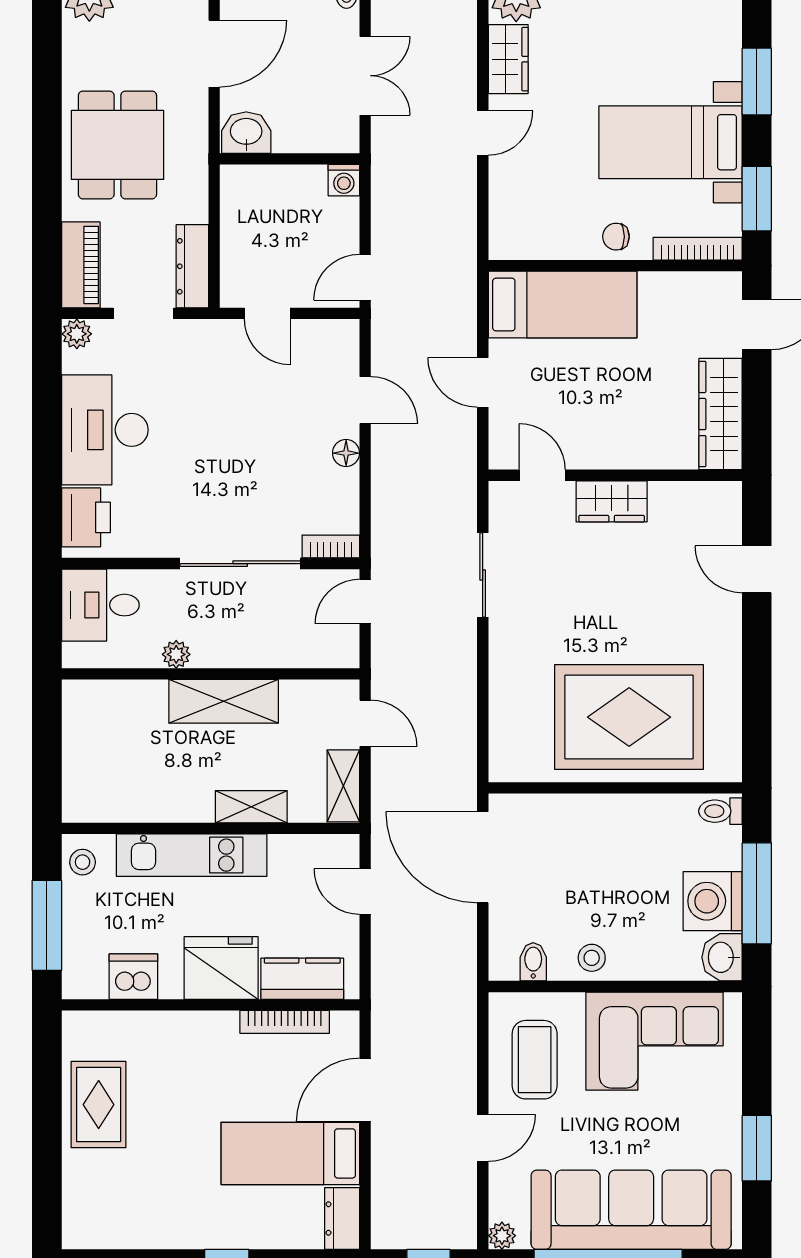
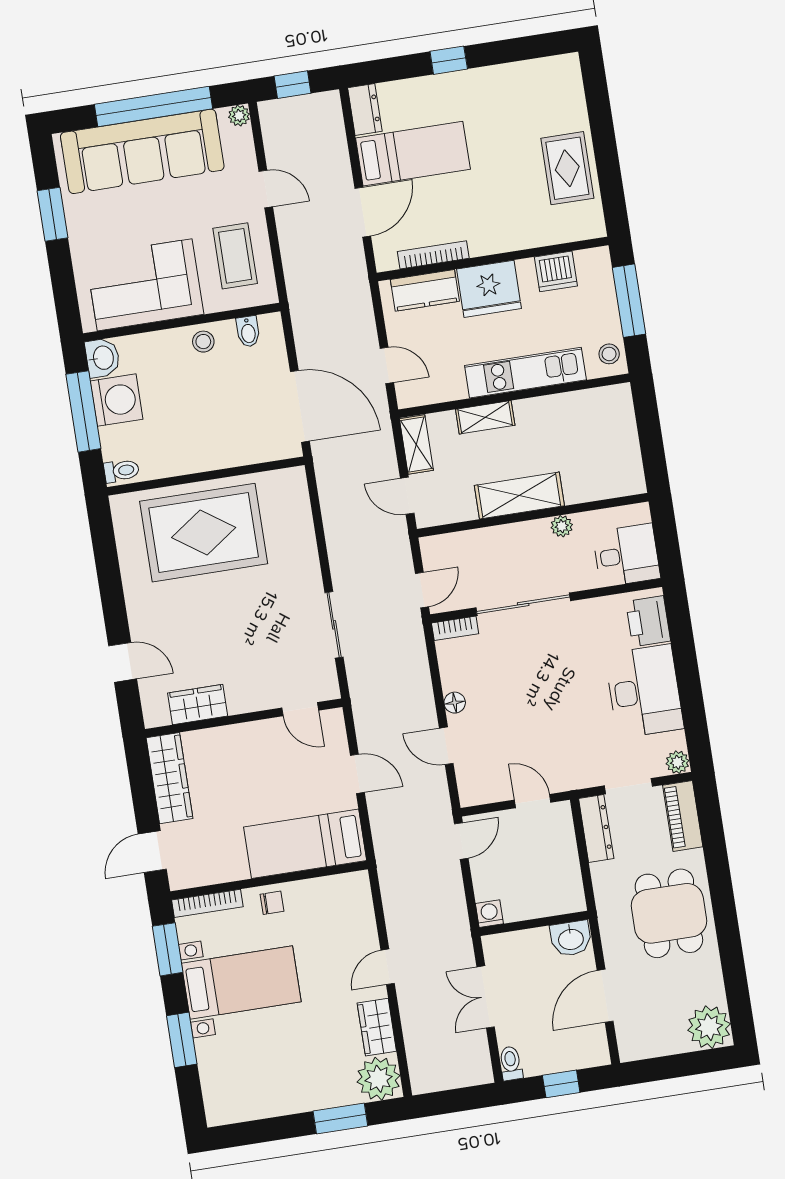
wardrobe: (612, 501) -> (198, 704), moved
door: (483, 1138) -> (266, 189), swing flipped

